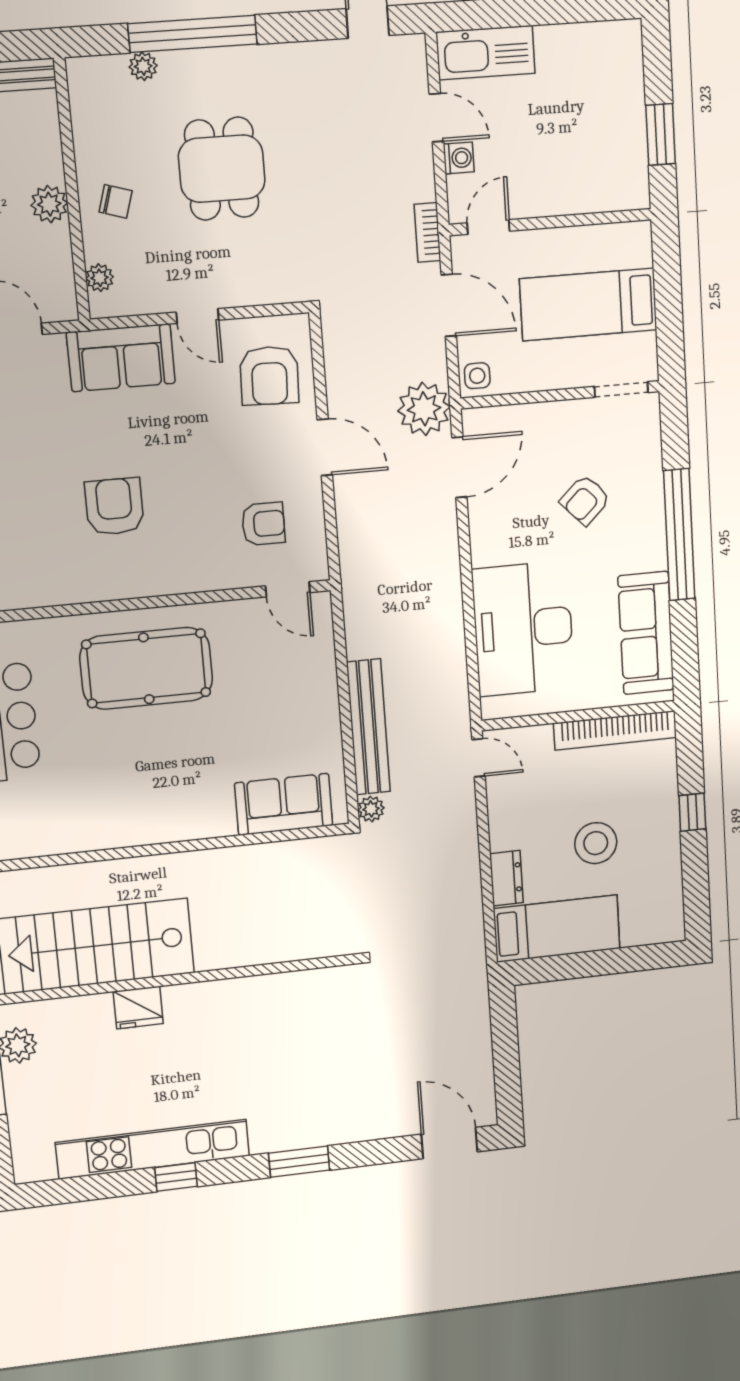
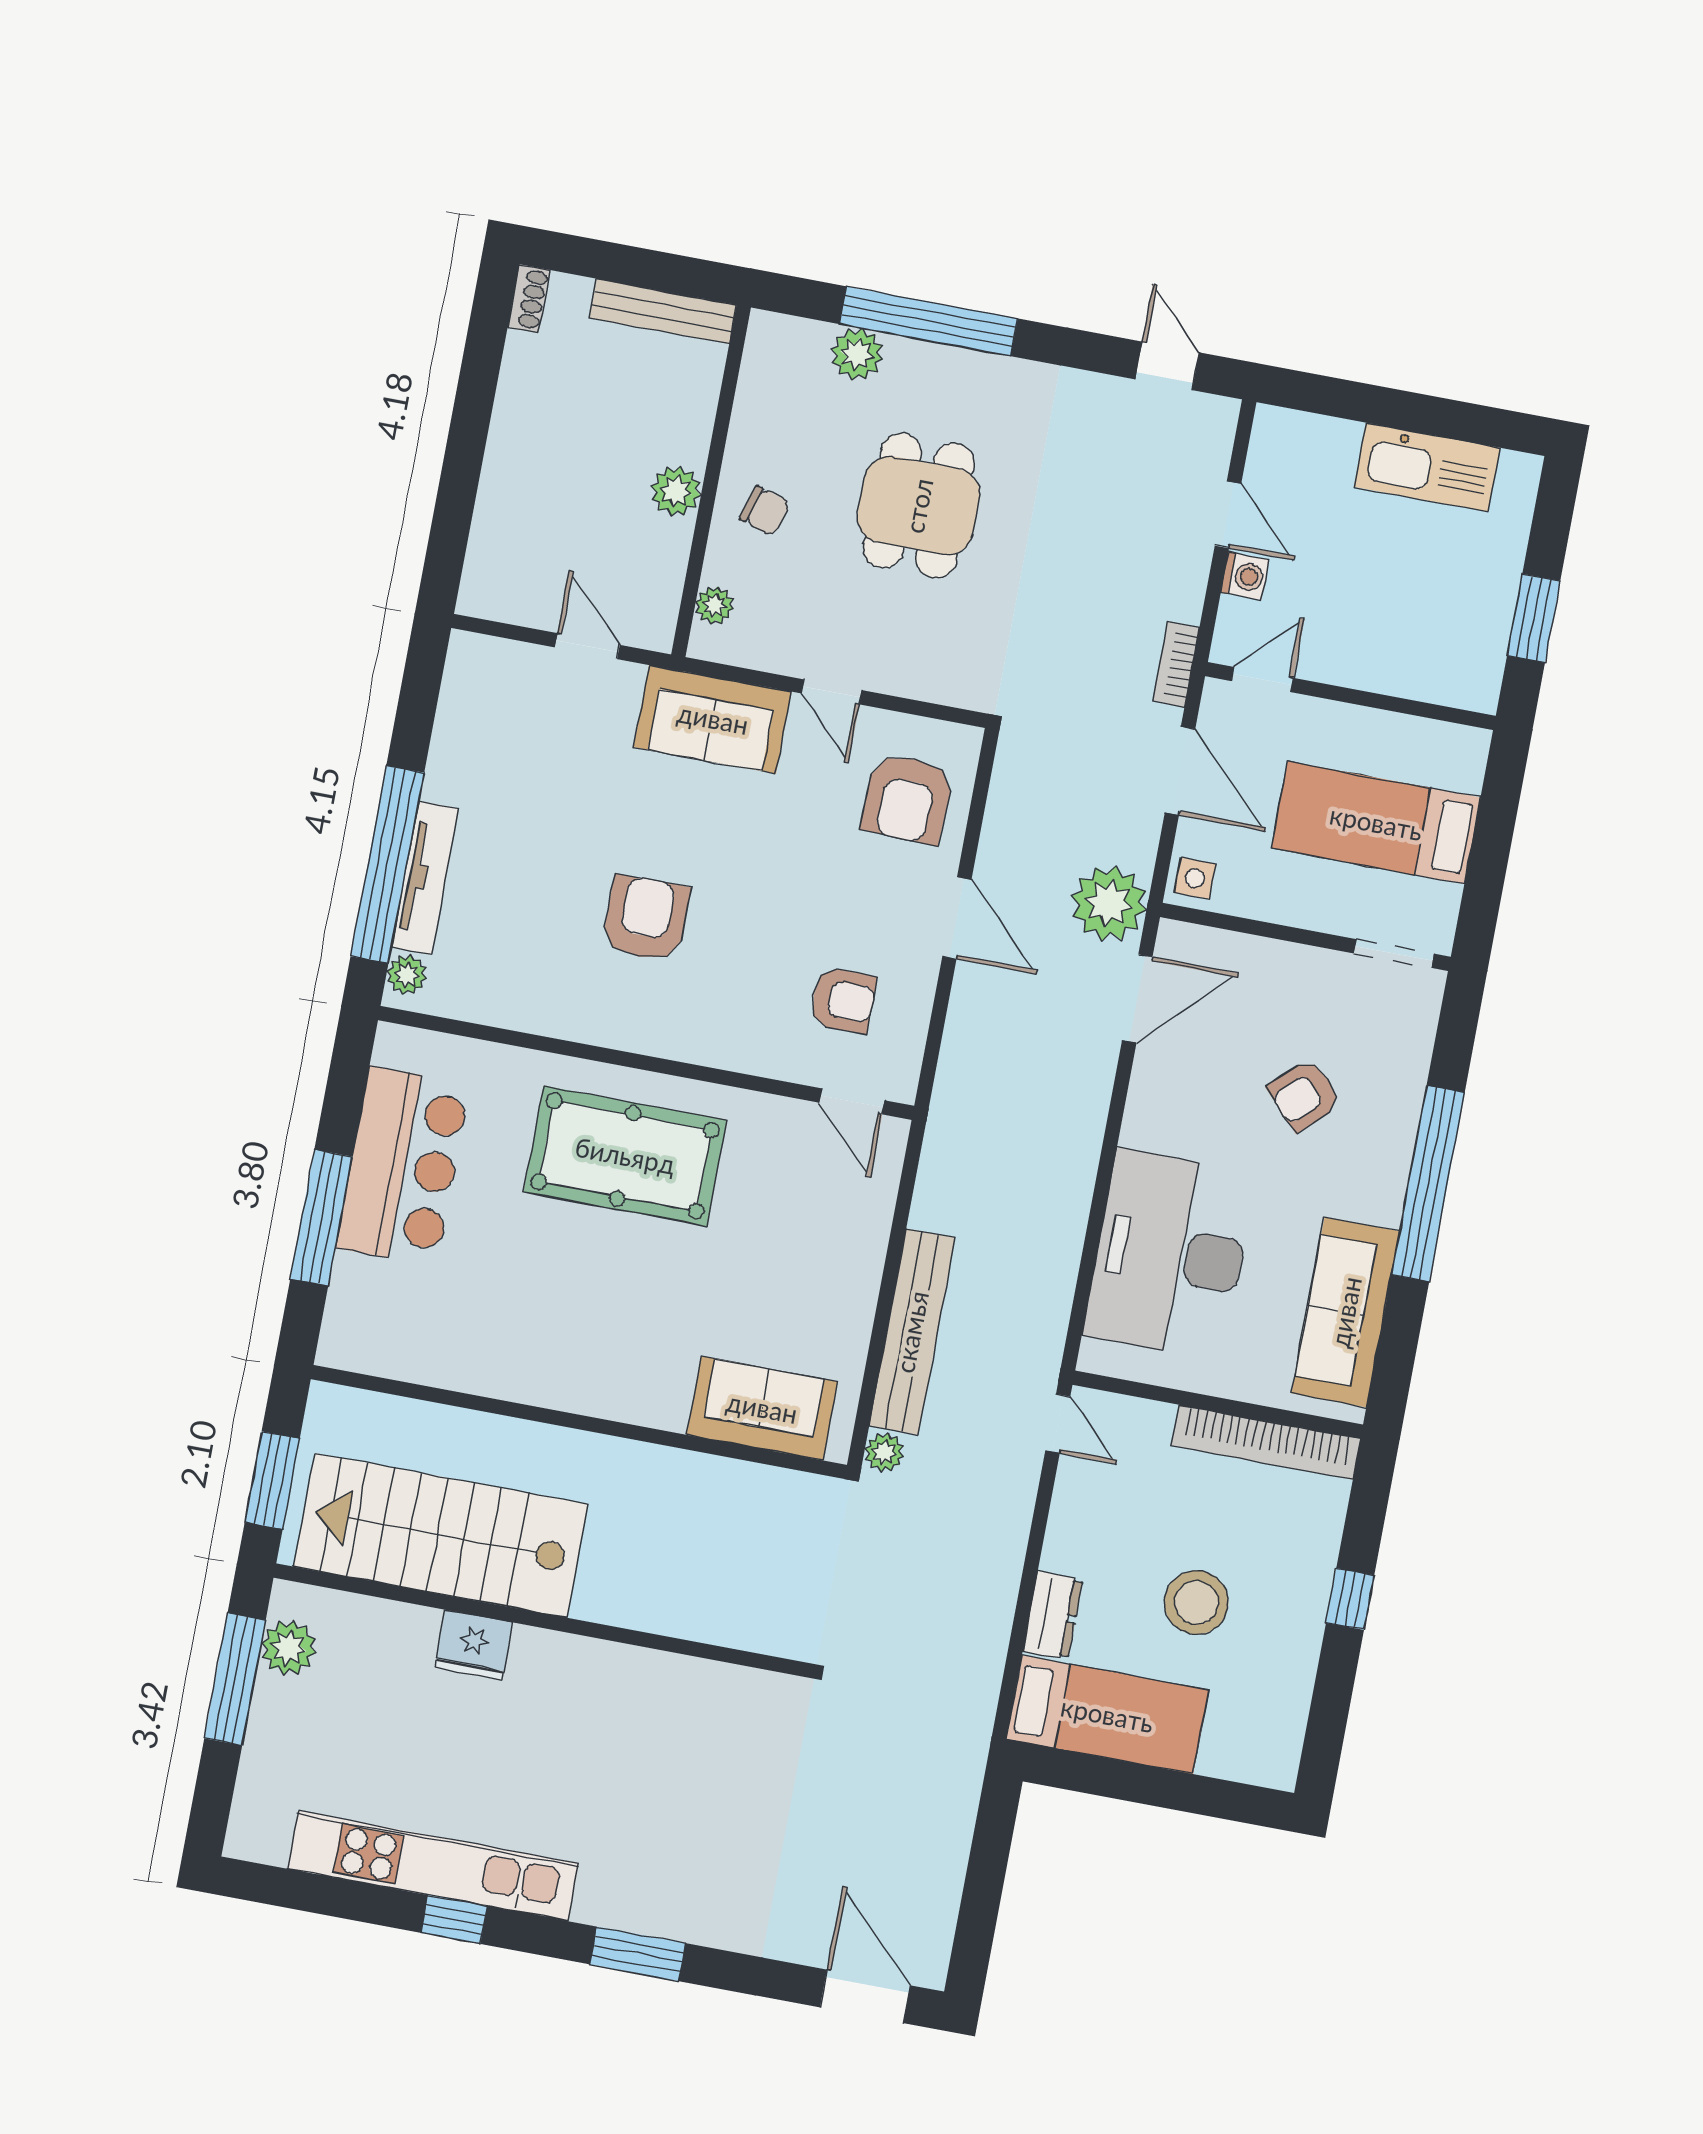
kitchen sink: (486, 53) -> (1427, 467), moved
plant: (143, 66) -> (857, 354), width x1.38, depth x1.38

